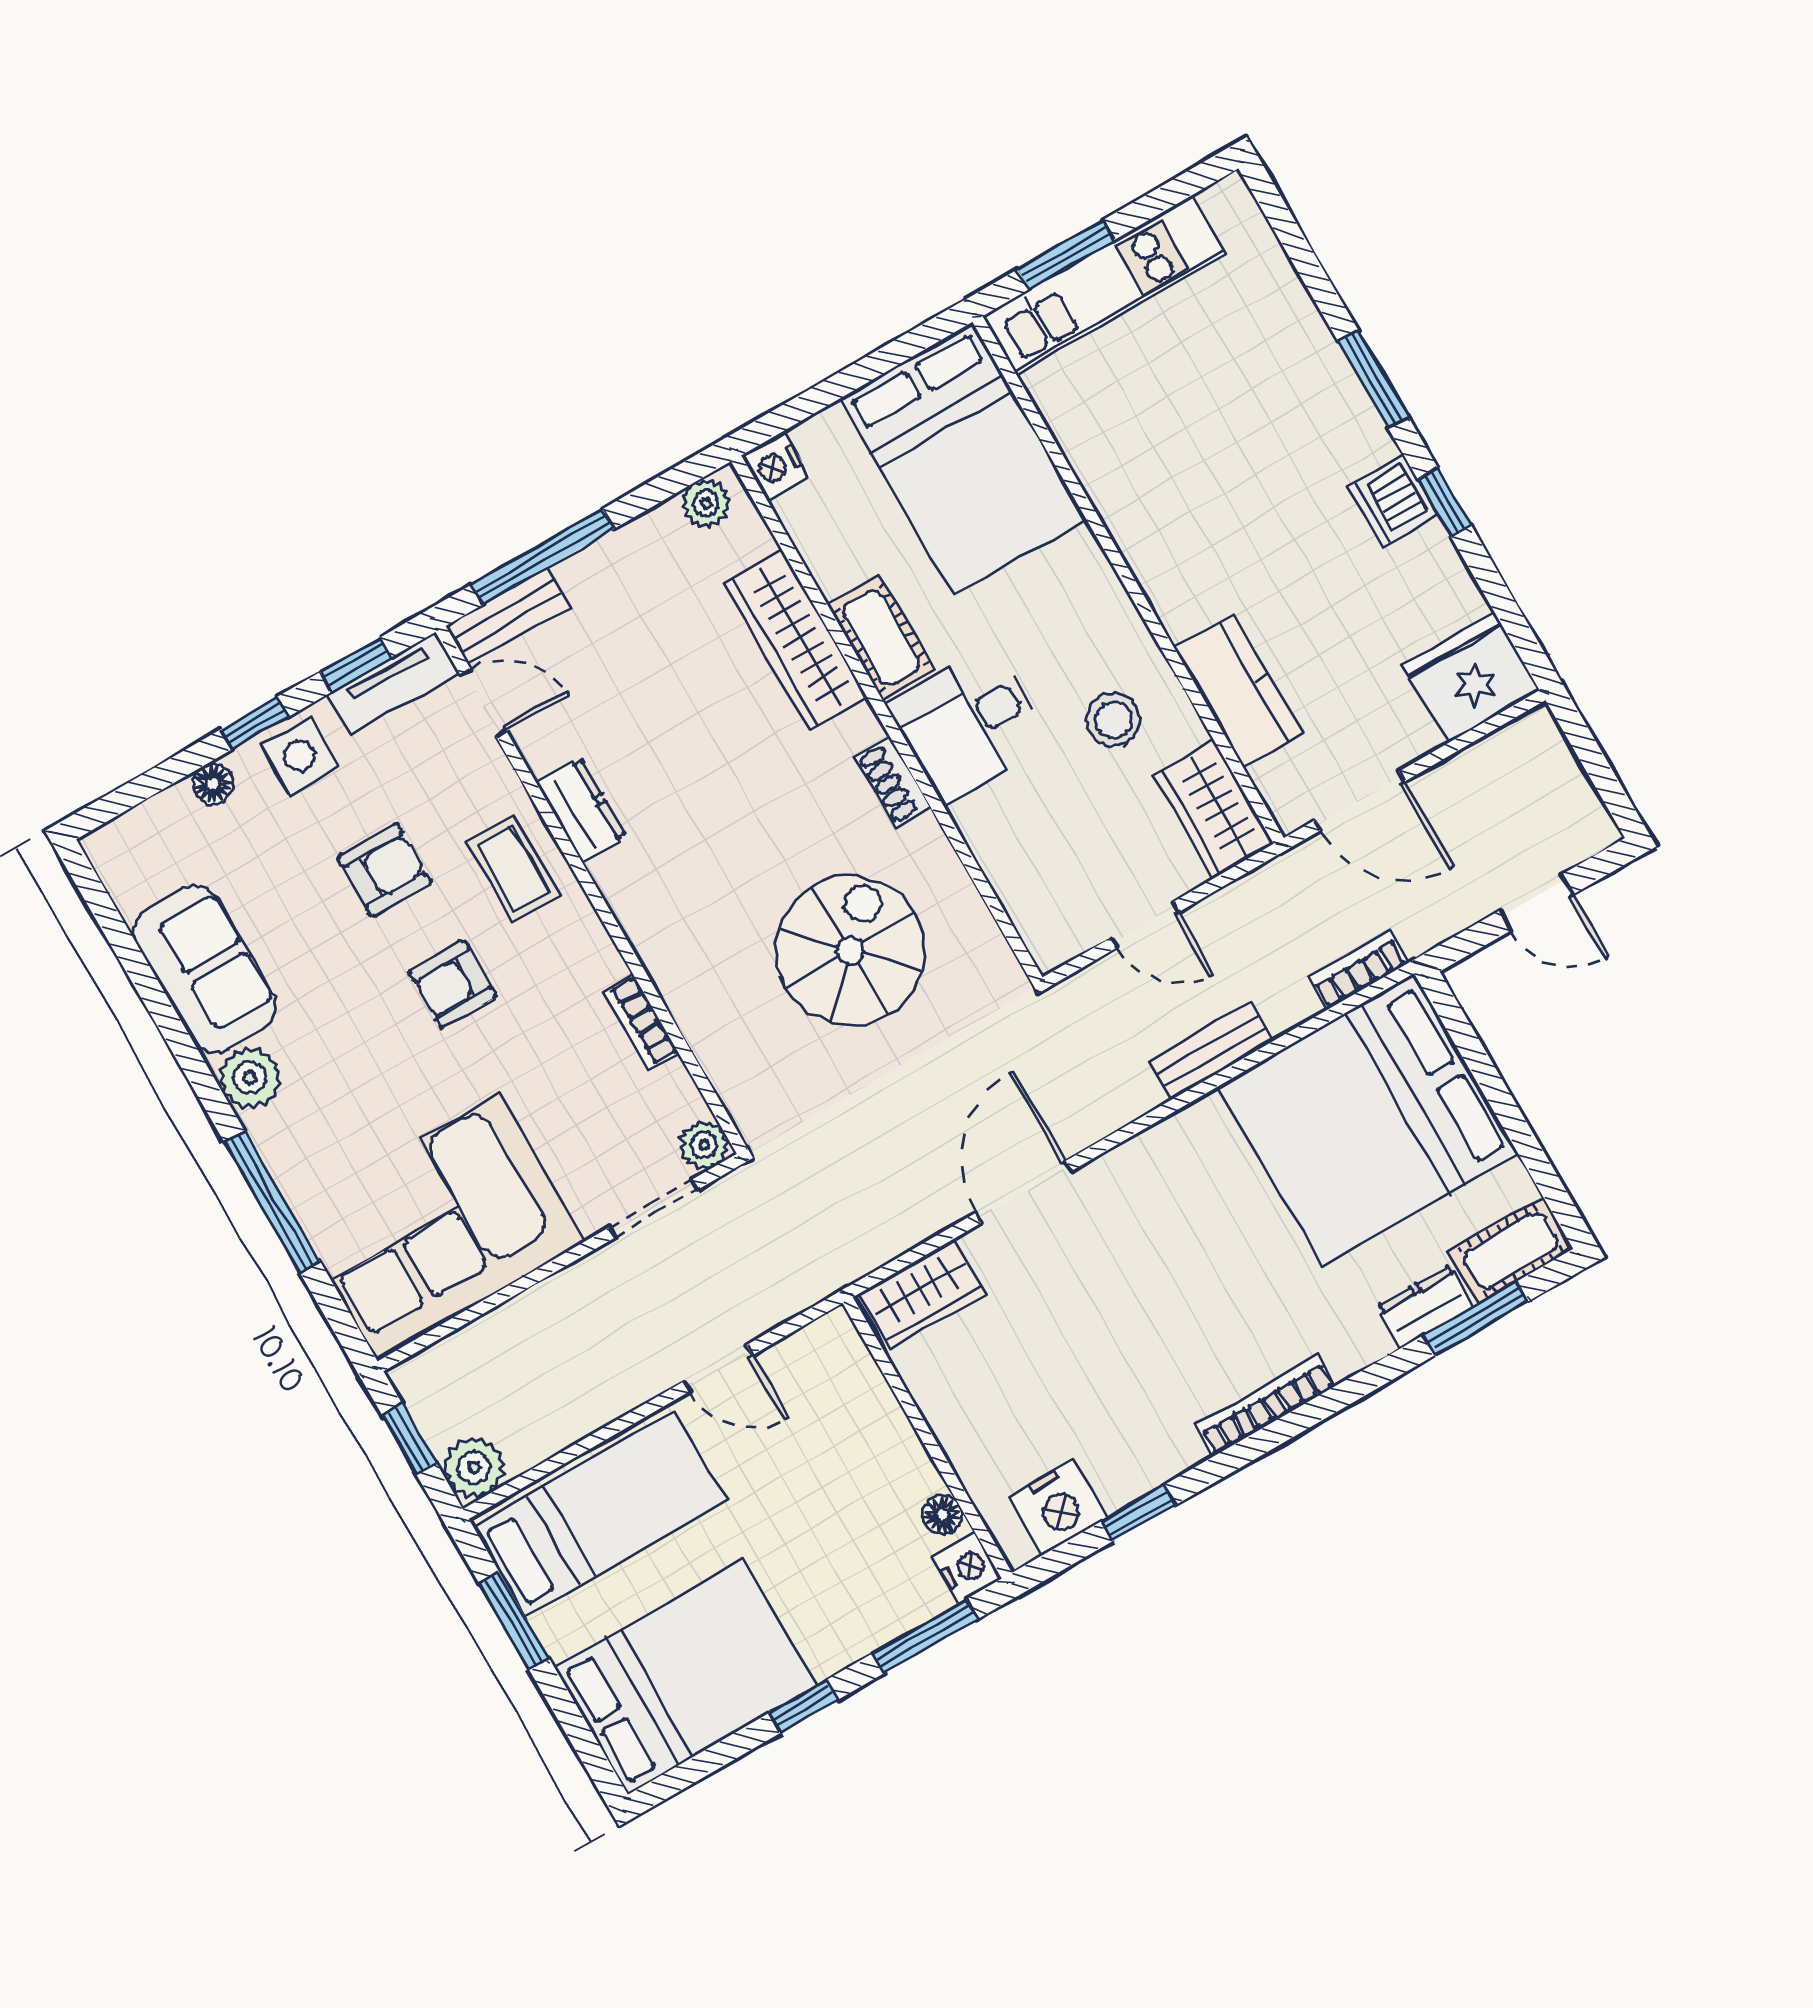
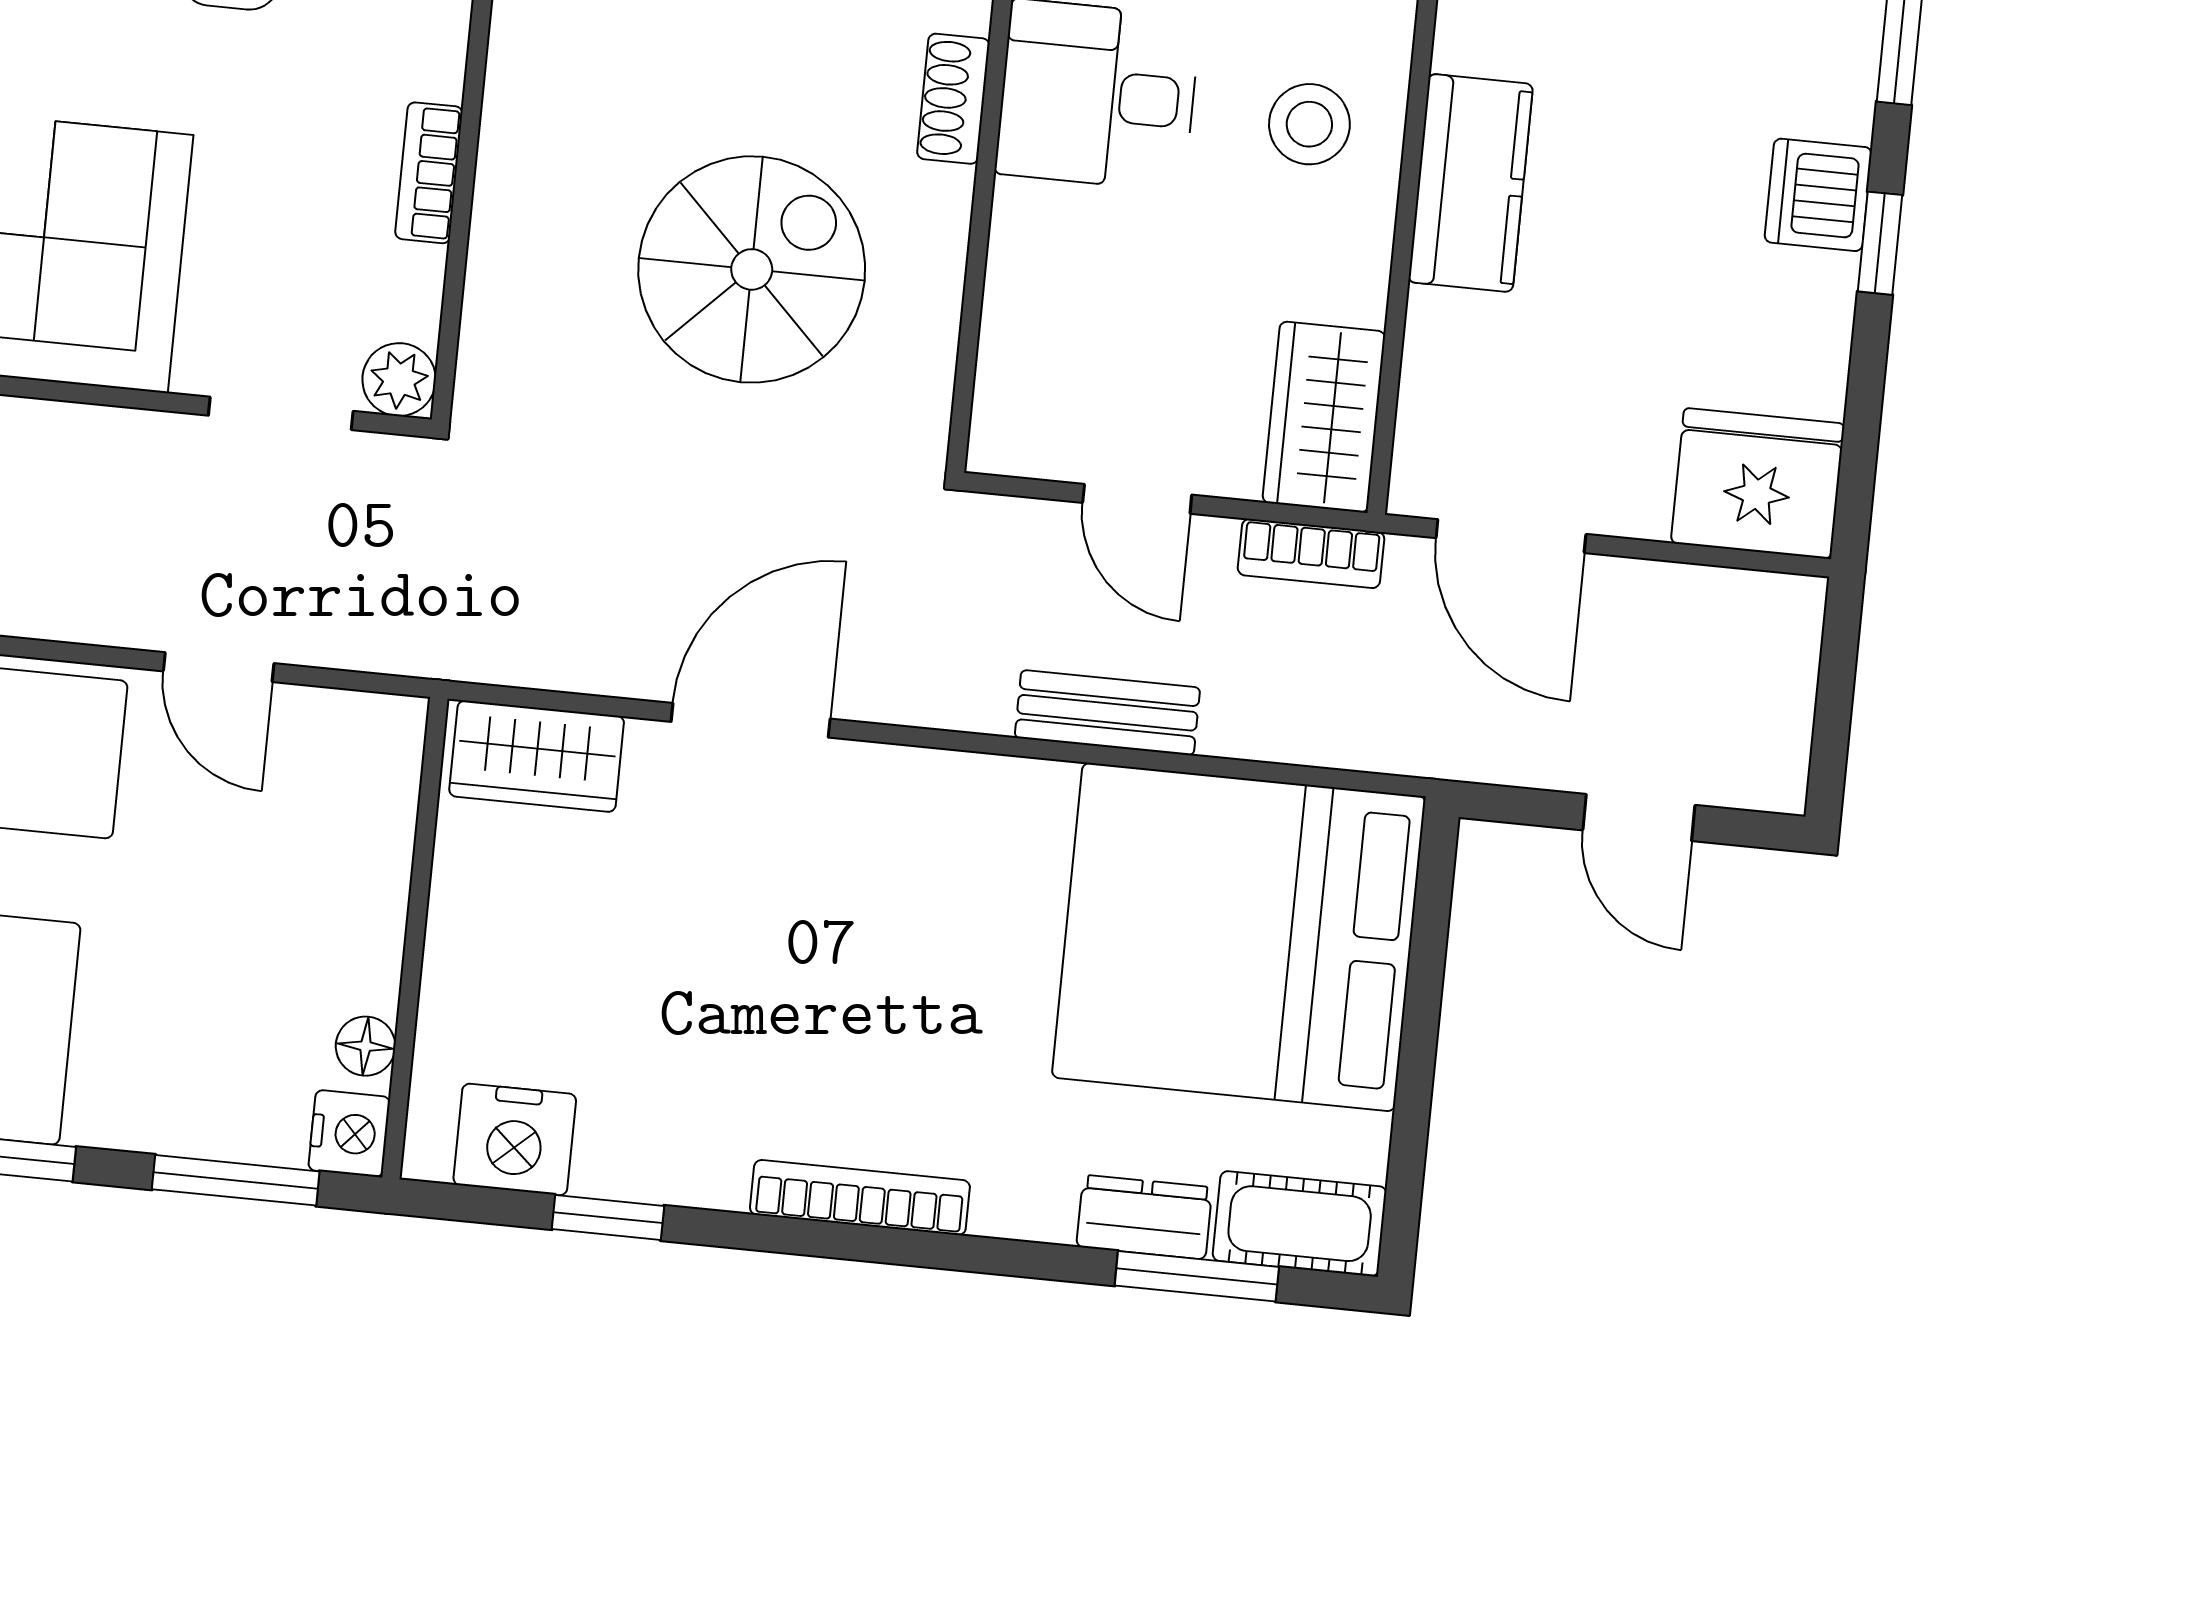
kitchen counter: (1238, 691) -> (1471, 183), moved
stool: (1113, 719) -> (1309, 124), moved
bookcase: (1358, 970) -> (1311, 553), moved, turned 180

